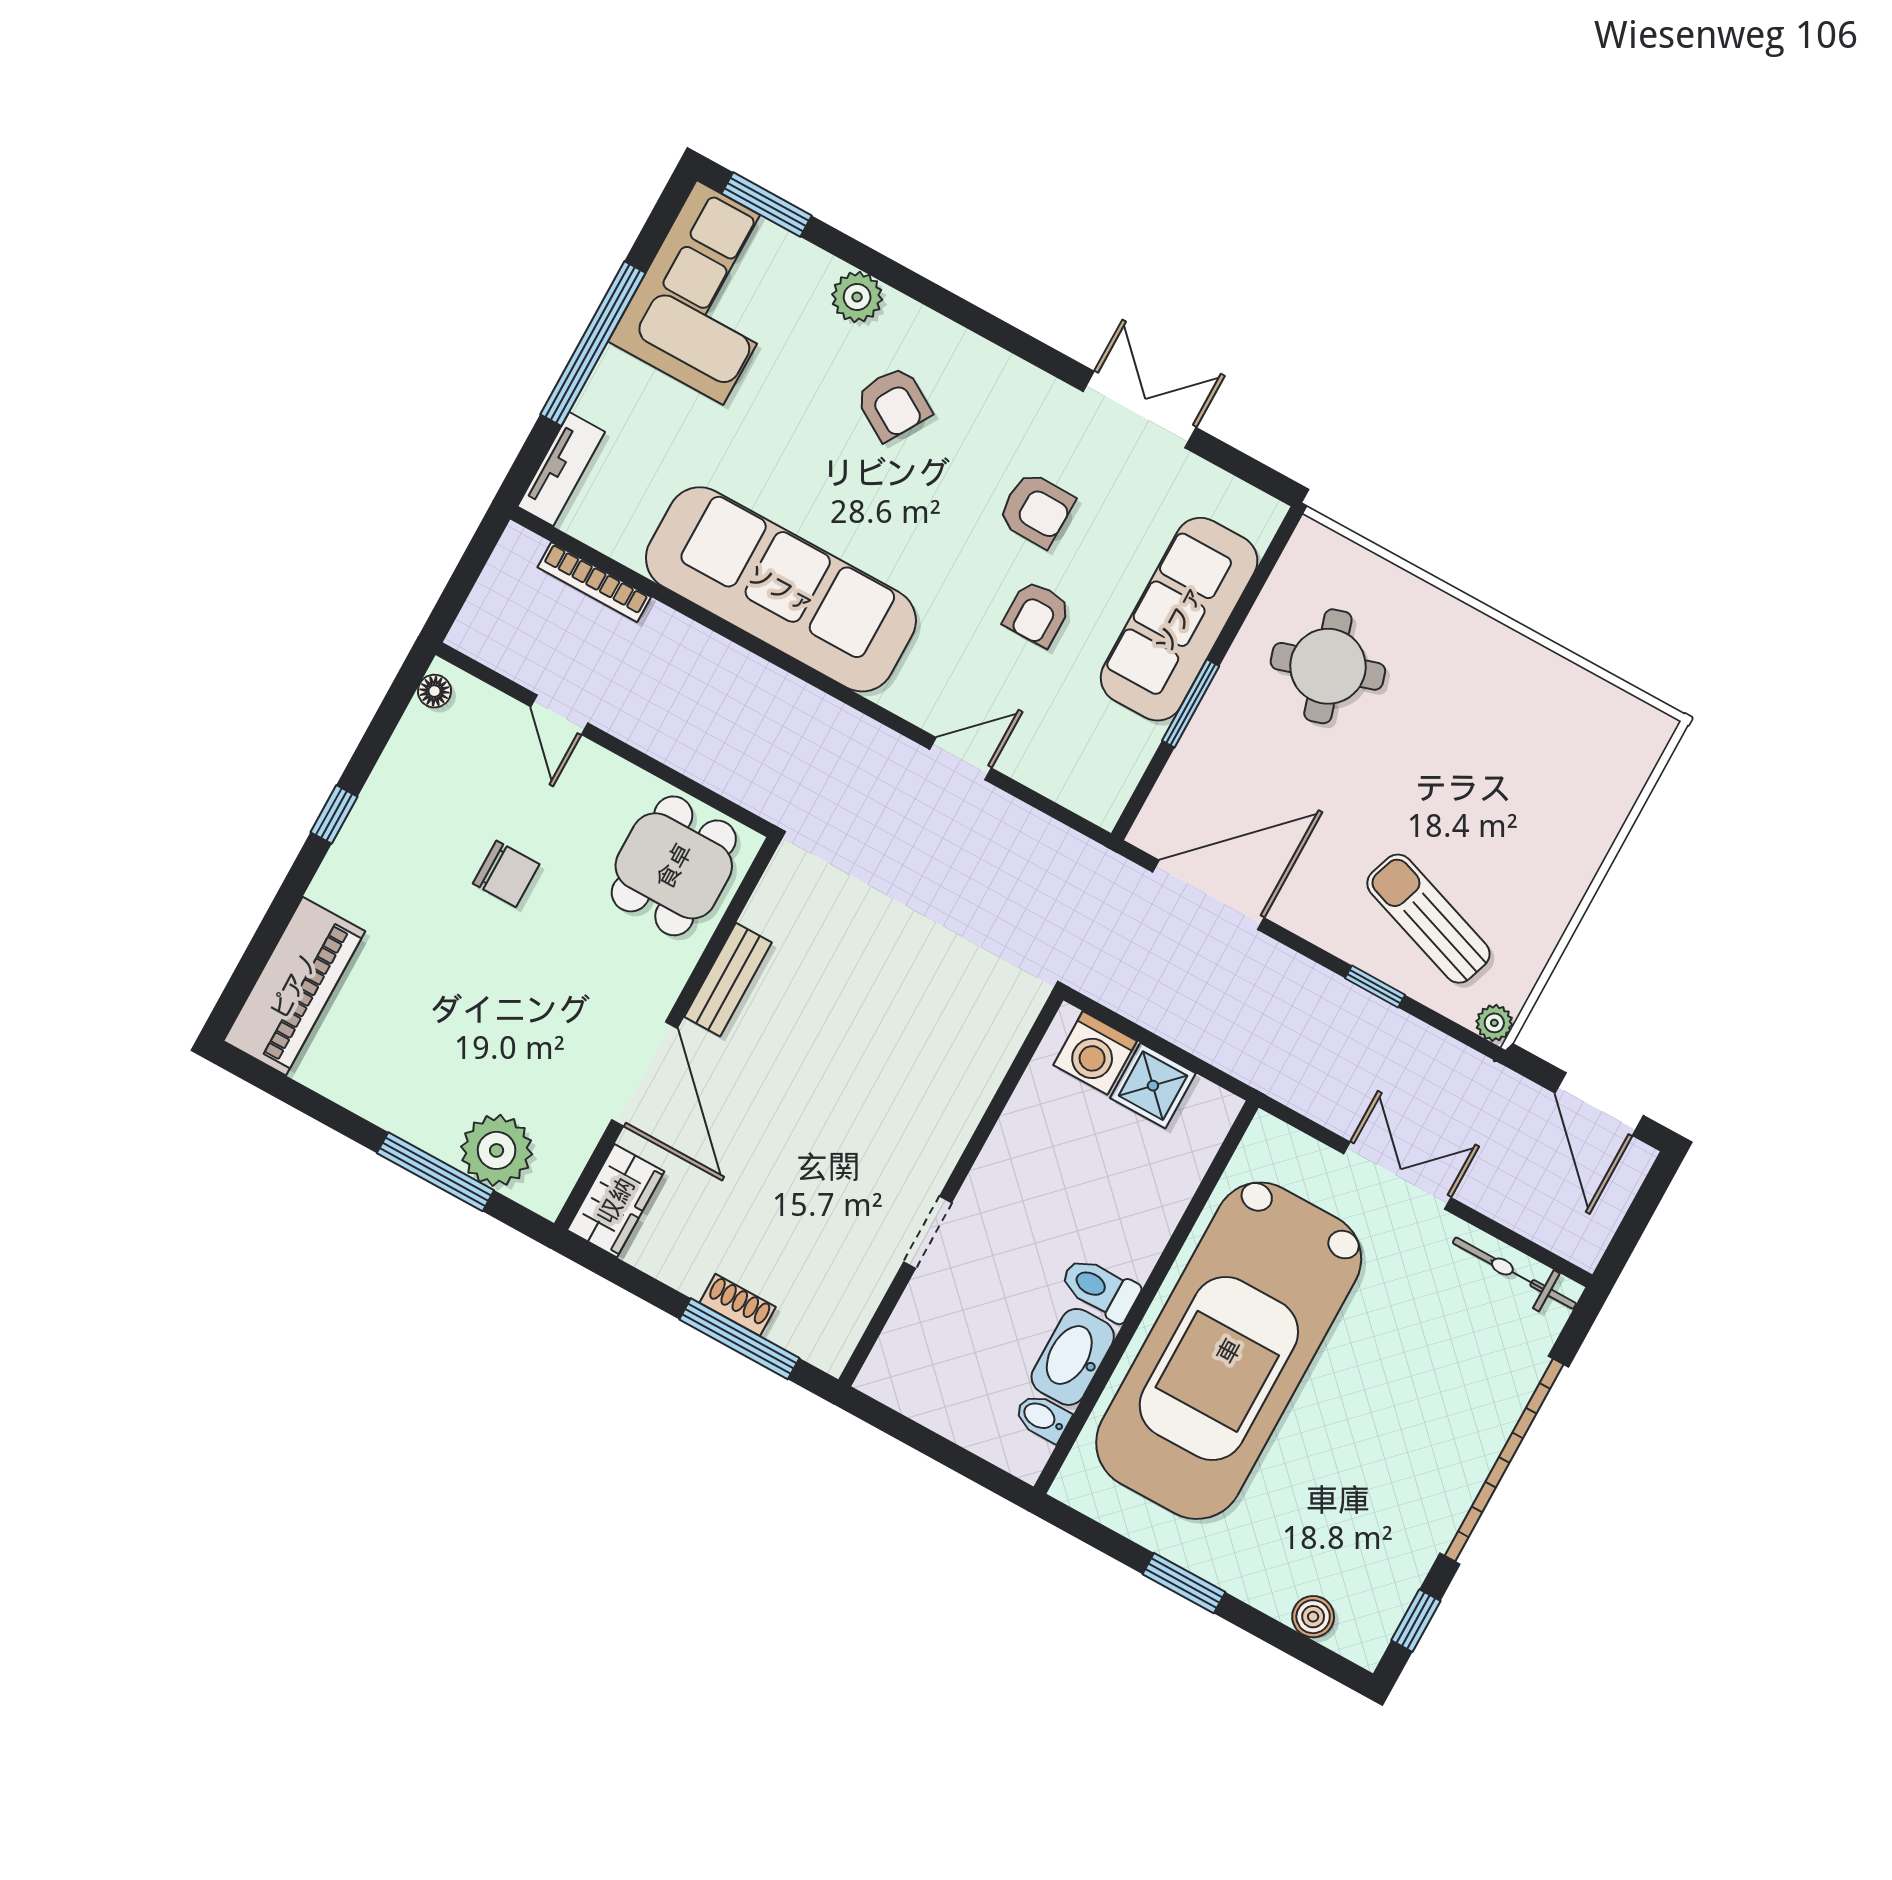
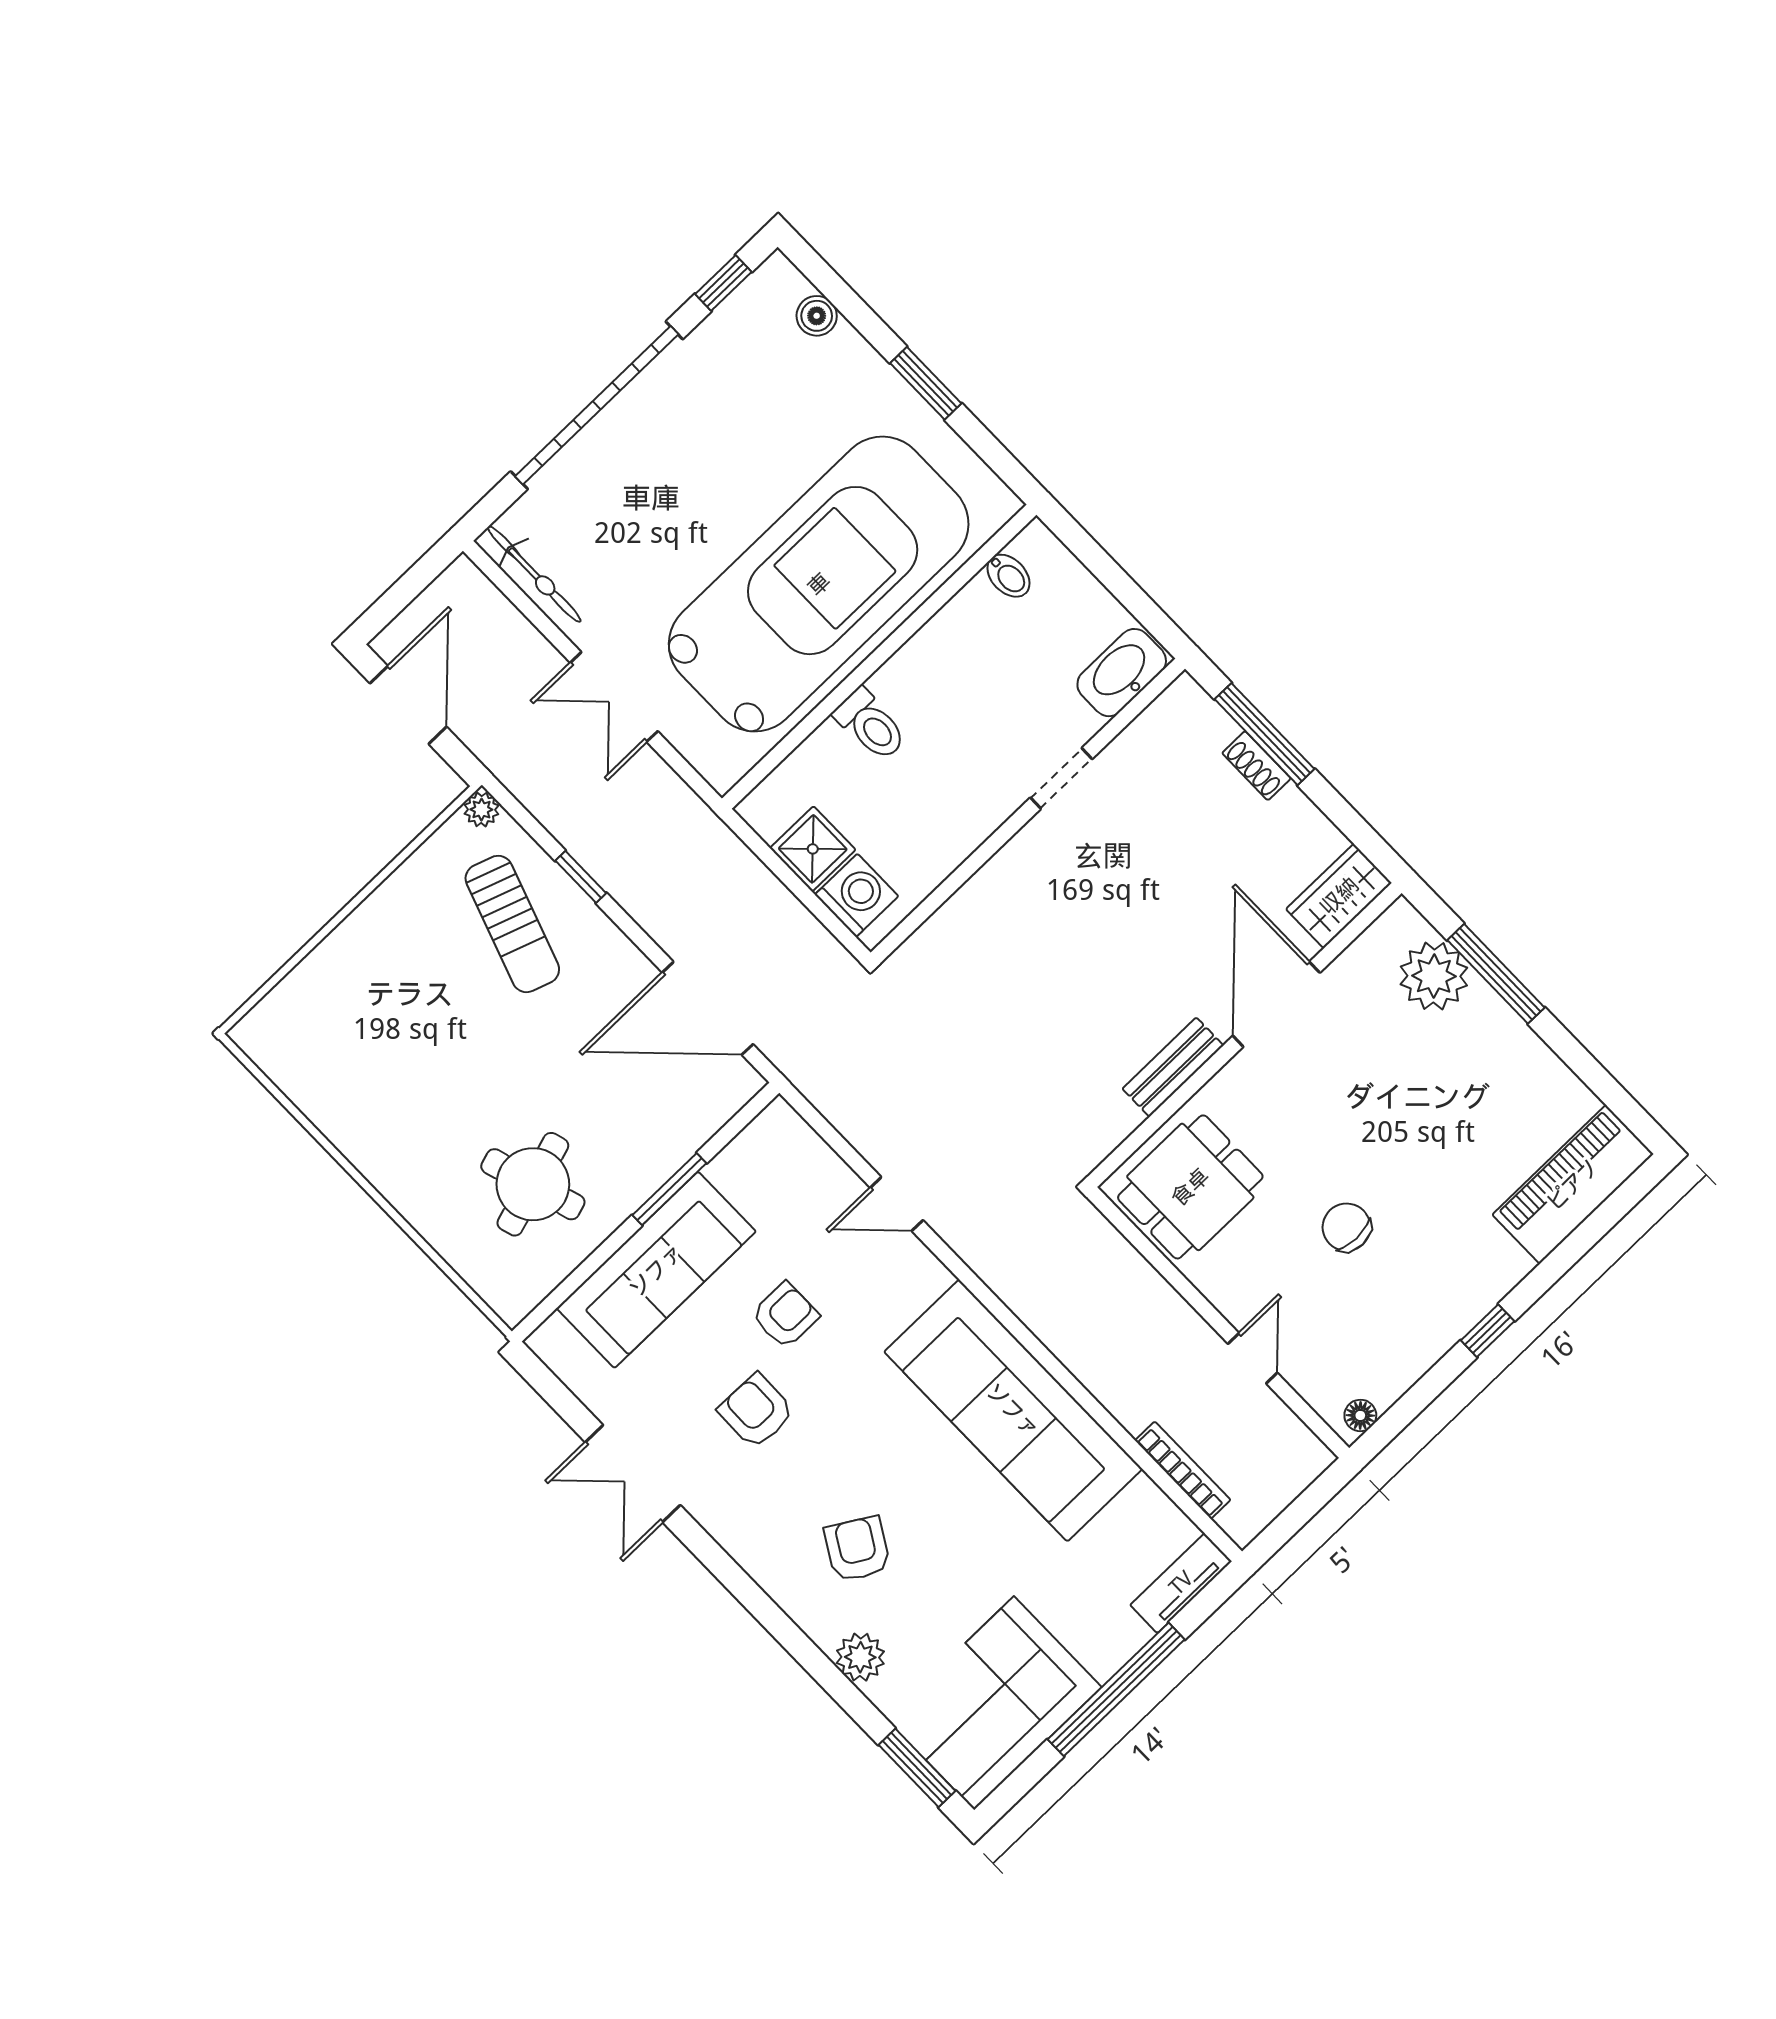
toilet: (1100, 1289) -> (871, 725), moved
washbasin: (1073, 1357) -> (1122, 673), moved, turned 180

